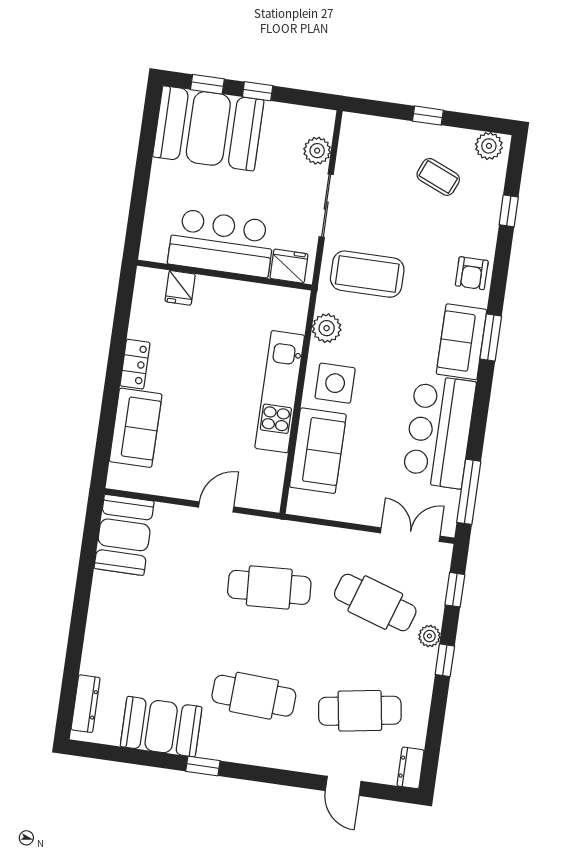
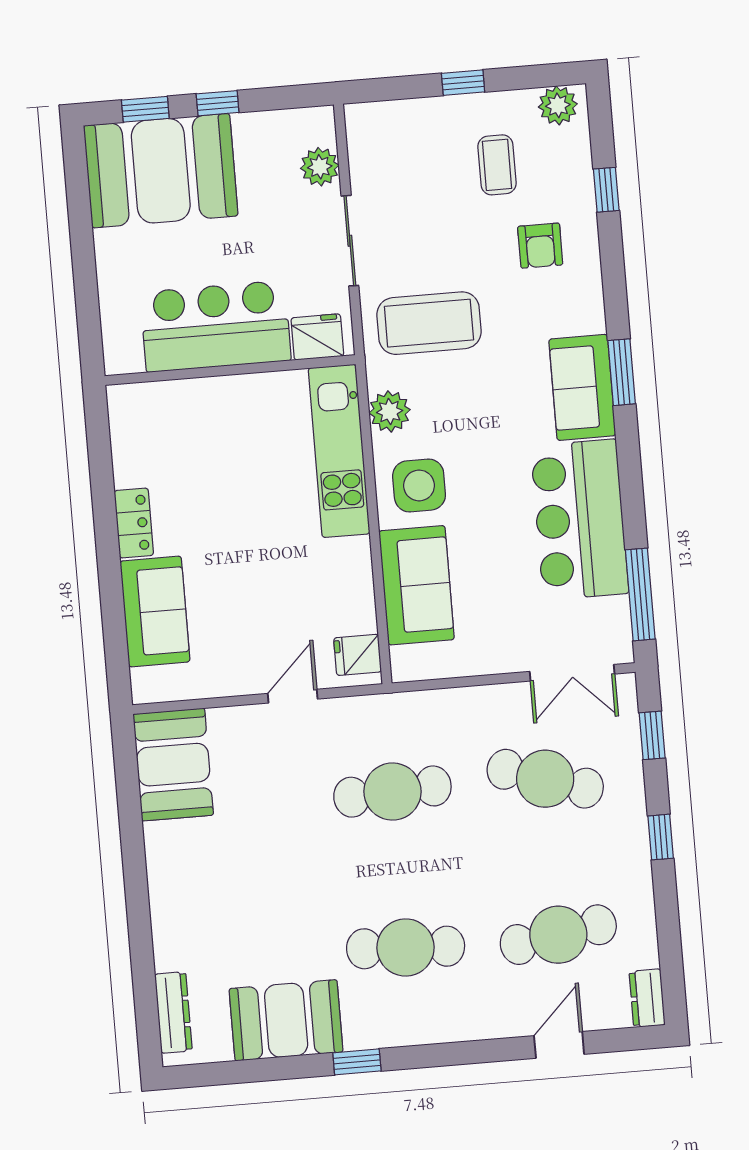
coffee table: (438, 177) -> (497, 165), turned 67
armchair: (472, 273) -> (540, 246), moved
fridge: (180, 288) -> (358, 655), moved, turned 90
kitchen unit: (280, 392) -> (339, 451), moved
double door: (410, 535) -> (572, 673), swing flipped
plant: (429, 636) -> (631, 808), removed
door: (343, 786) -> (559, 1045), swing flipped

